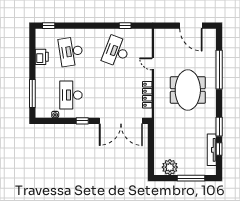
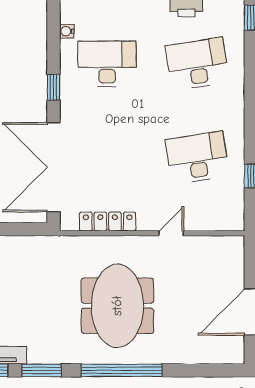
desk: (116, 51) -> (197, 158), turned -30
window: (219, 70) -> (122, 370), moved
meeting table: (188, 90) -> (117, 306), turned 90

